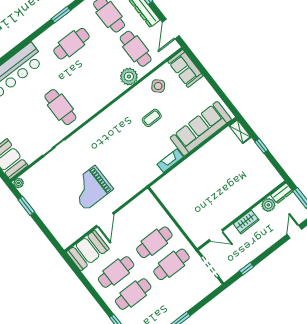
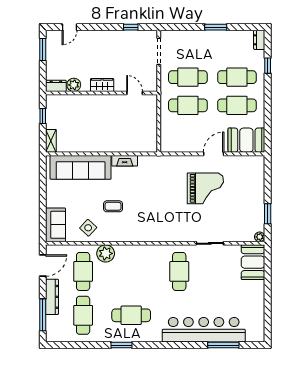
dresser: (282, 193) -> (56, 86), moved
plant: (268, 205) -> (74, 85), moved
wall: (242, 215) -> (102, 93), moved
wardrobe: (246, 222) -> (102, 85), moved
door: (216, 235) -> (135, 93), moved

